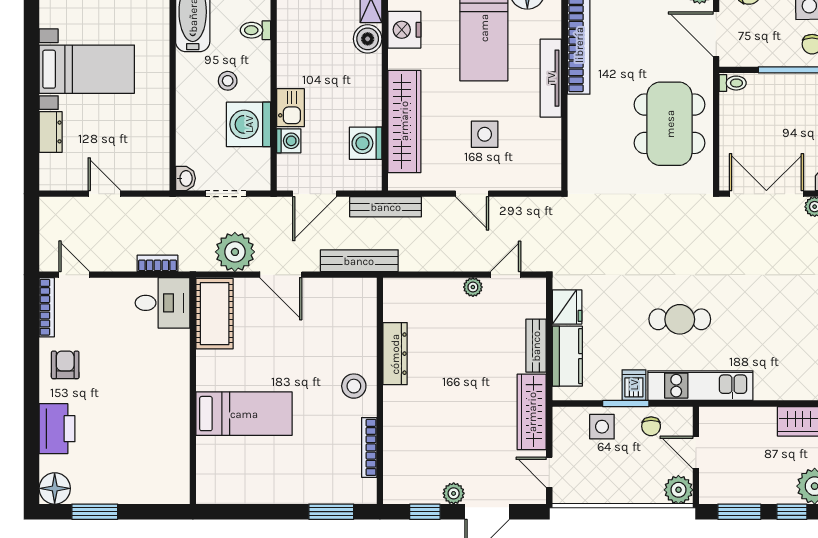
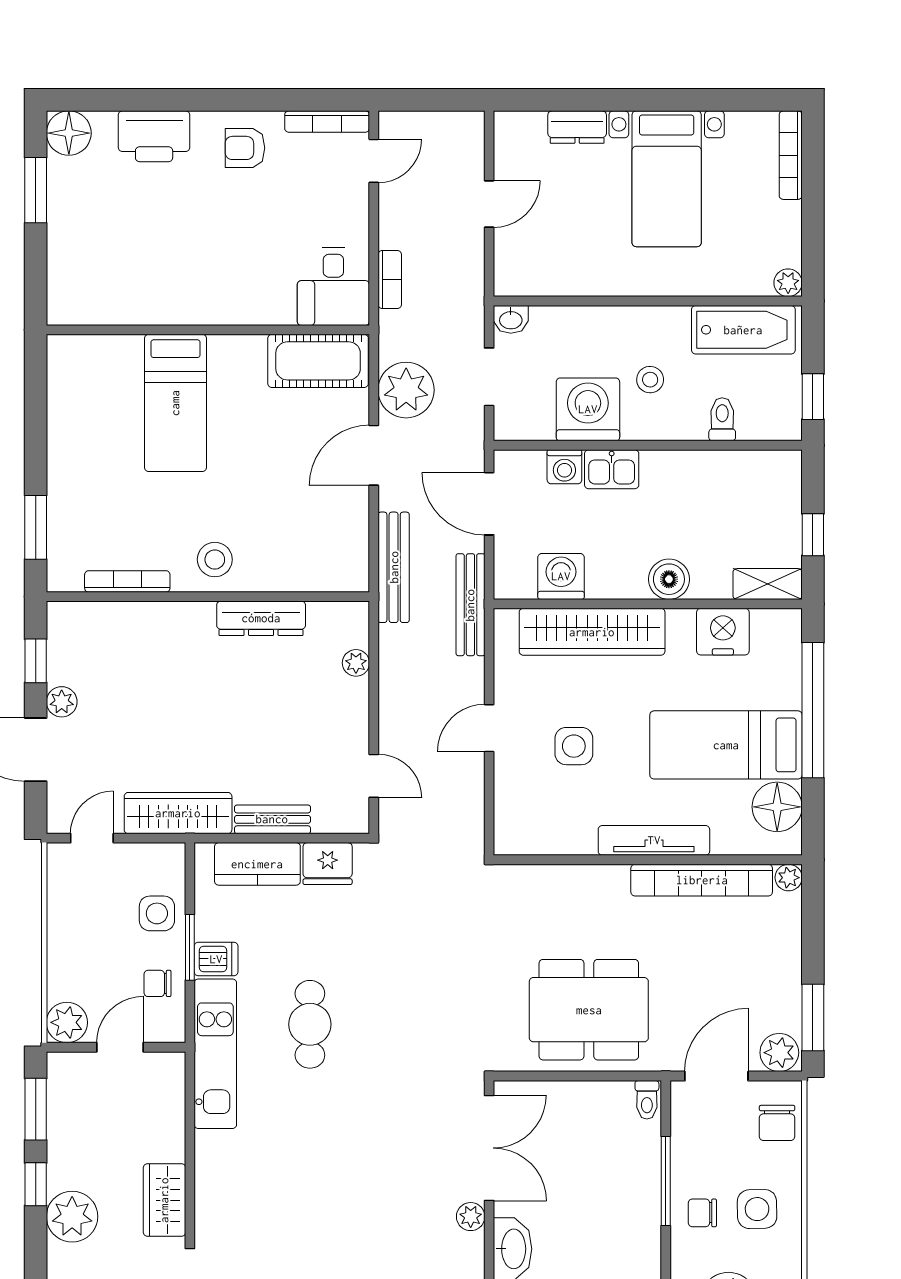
boiler: (368, 39) -> (669, 579), moved
plant: (473, 287) -> (356, 663), moved
armchair: (65, 365) -> (245, 148), turned 180

